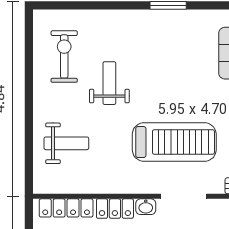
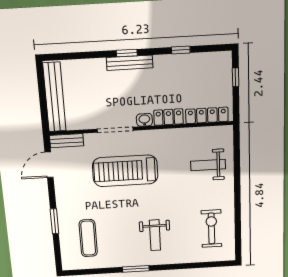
exercise bike: (64, 56) -> (211, 229), turned 180
weight bench: (109, 83) -> (155, 235), moved

